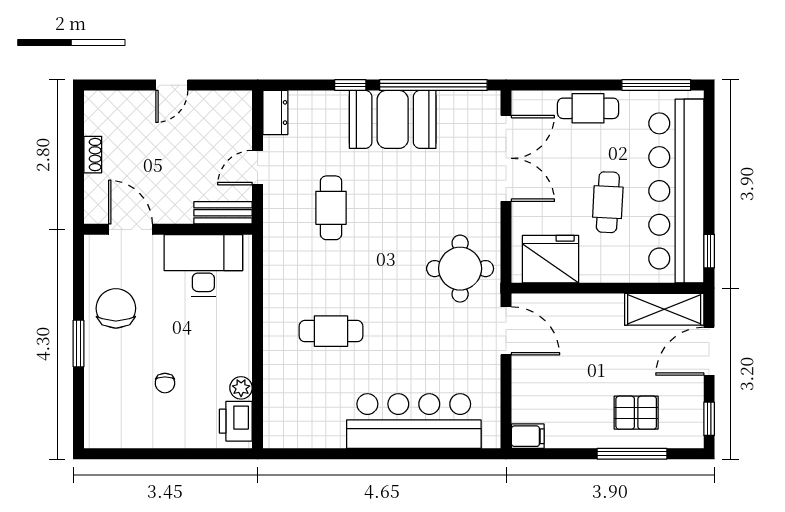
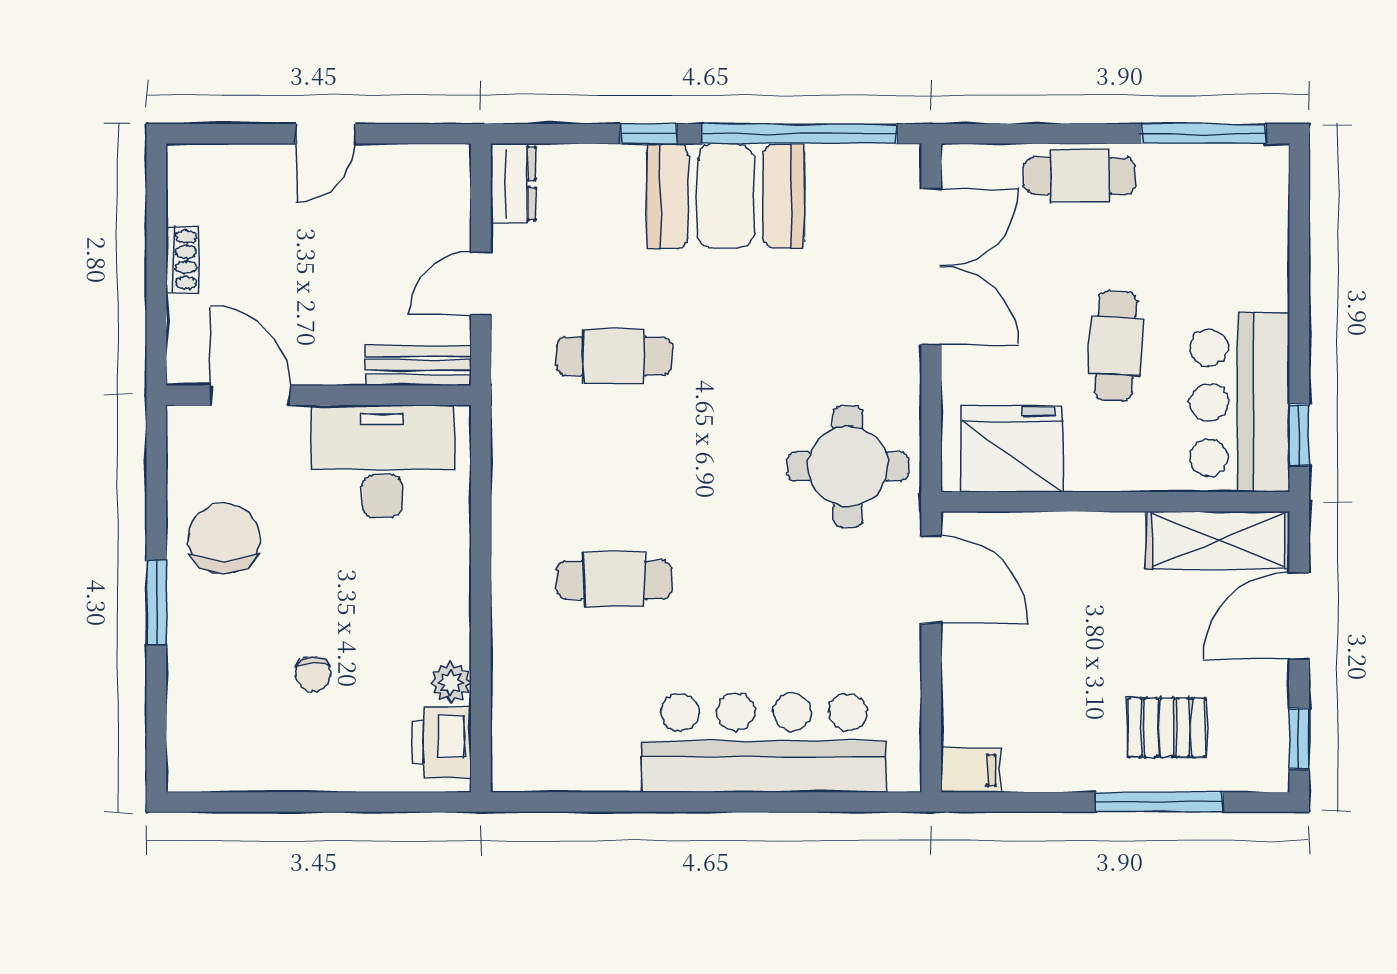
bar counter: (676, 191) -> (1240, 403), width x0.54
cafe table: (331, 208) -> (614, 356), turned 90

